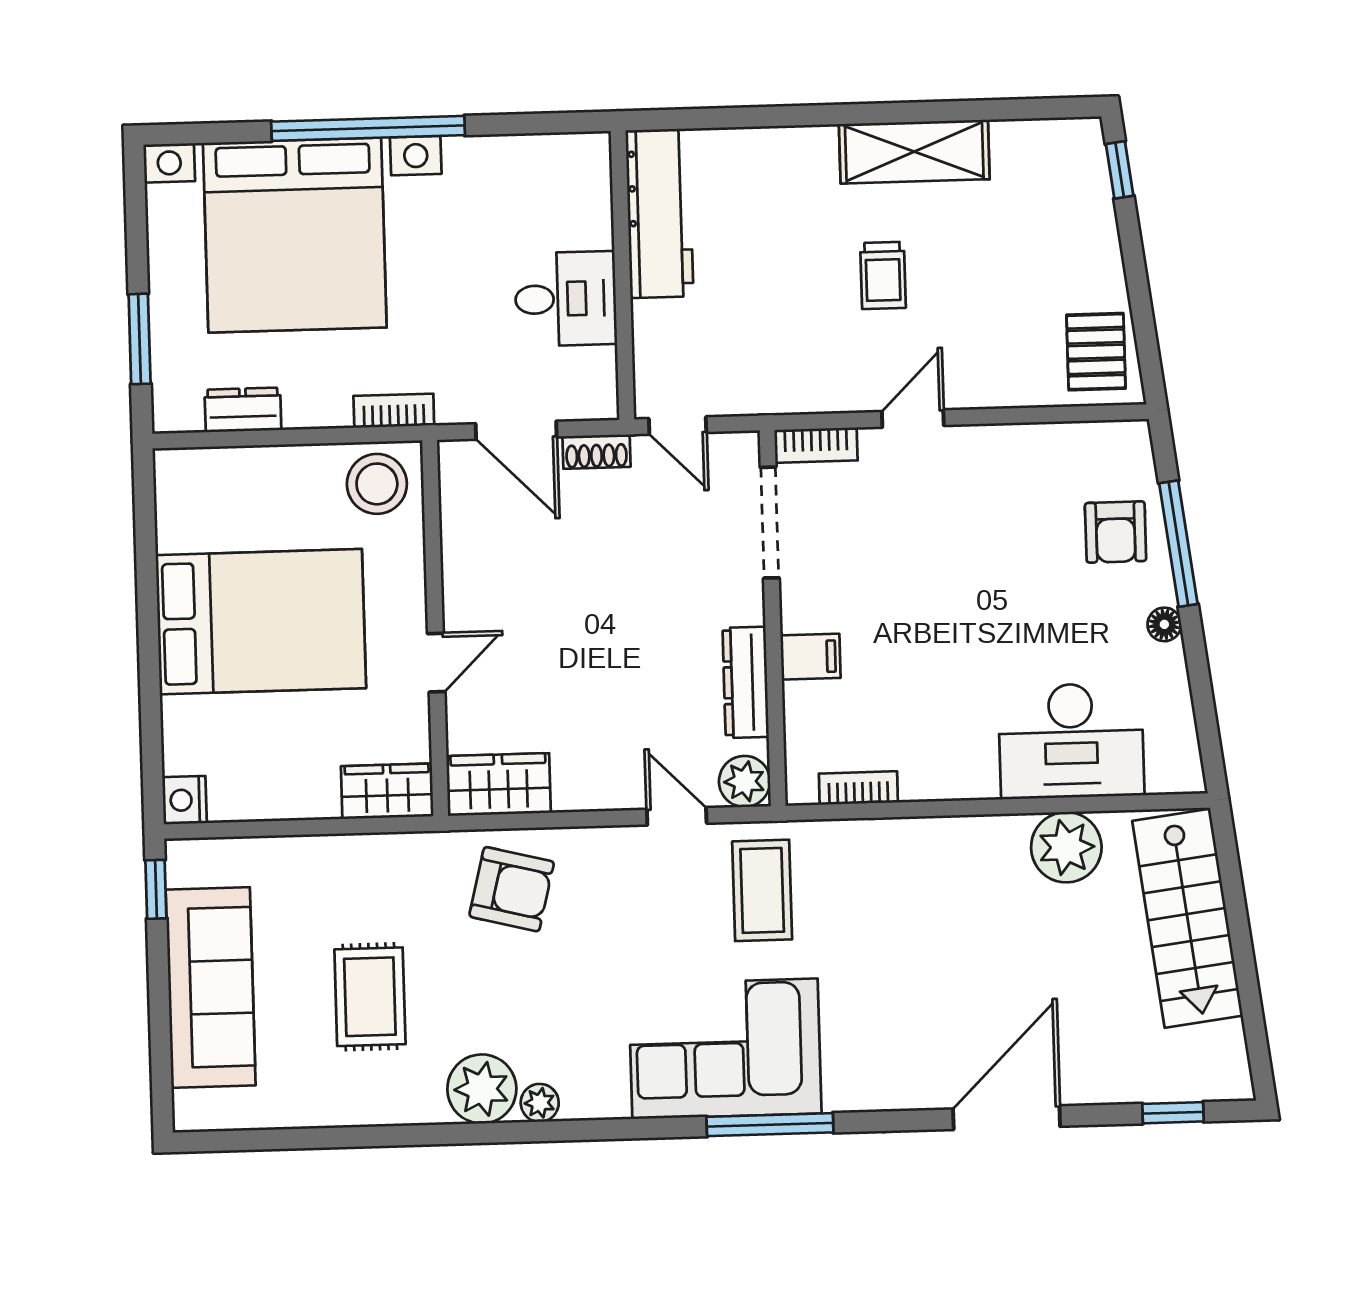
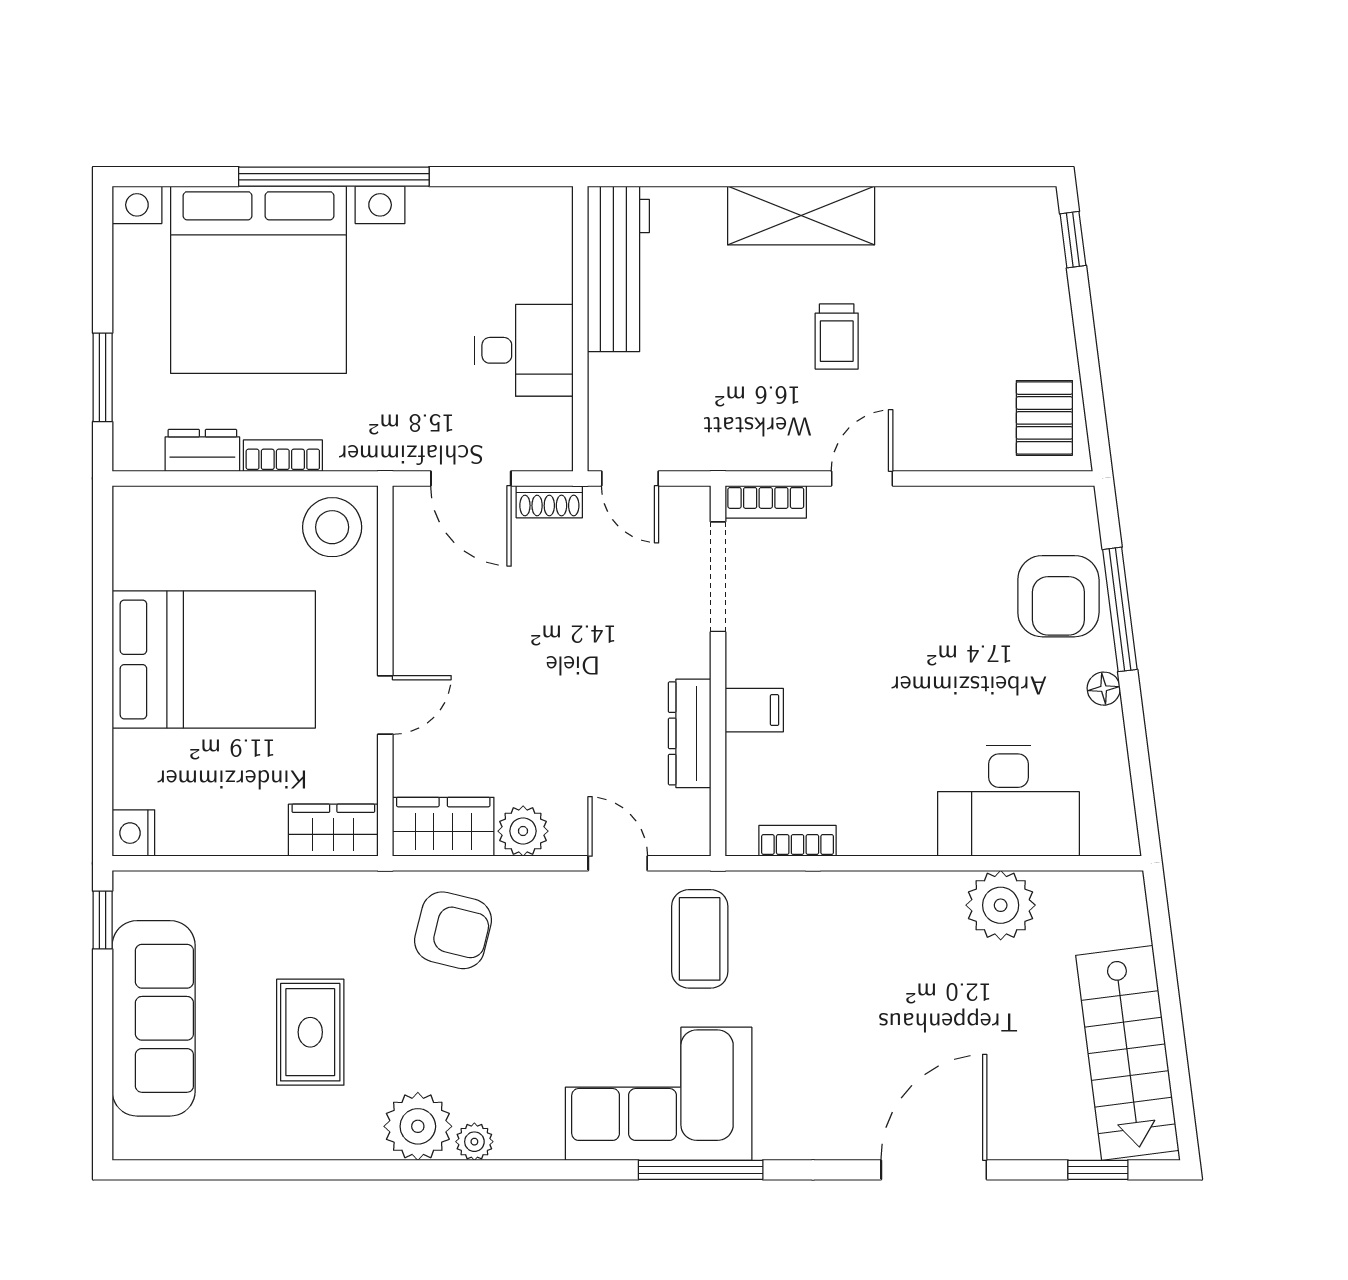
shelving: (914, 152) -> (801, 216), moved
bookcase: (394, 411) -> (283, 456), moved
armchair: (1116, 532) -> (1058, 596), width x1.38, depth x1.38
plant: (745, 781) -> (523, 831), moved
stairs: (1188, 918) -> (1127, 1053), moved

